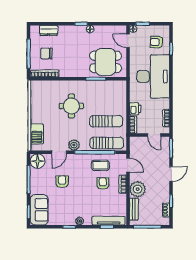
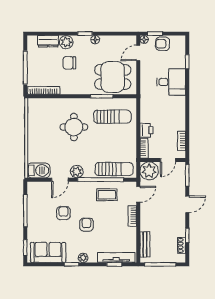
plant: (65, 31) -> (66, 42), added
door: (128, 41) -> (138, 53), hinge flipped
armchair: (157, 42) -> (163, 44), moved
chair: (46, 53) -> (69, 63), moved
desk: (153, 76) -> (171, 82), width x0.53, depth x0.77
sun lounger: (106, 121) -> (112, 117), moved
barbecue: (37, 134) -> (38, 170), moved, turned -90
door: (154, 135) -> (168, 160), hinge flipped
floor lamp: (38, 161) -> (35, 190), removed
door: (128, 165) -> (138, 194), hinge flipped
armchair: (103, 183) -> (86, 225), moved
plant: (138, 189) -> (149, 171), moved
sofa: (39, 210) -> (48, 252), moved, turned -90

